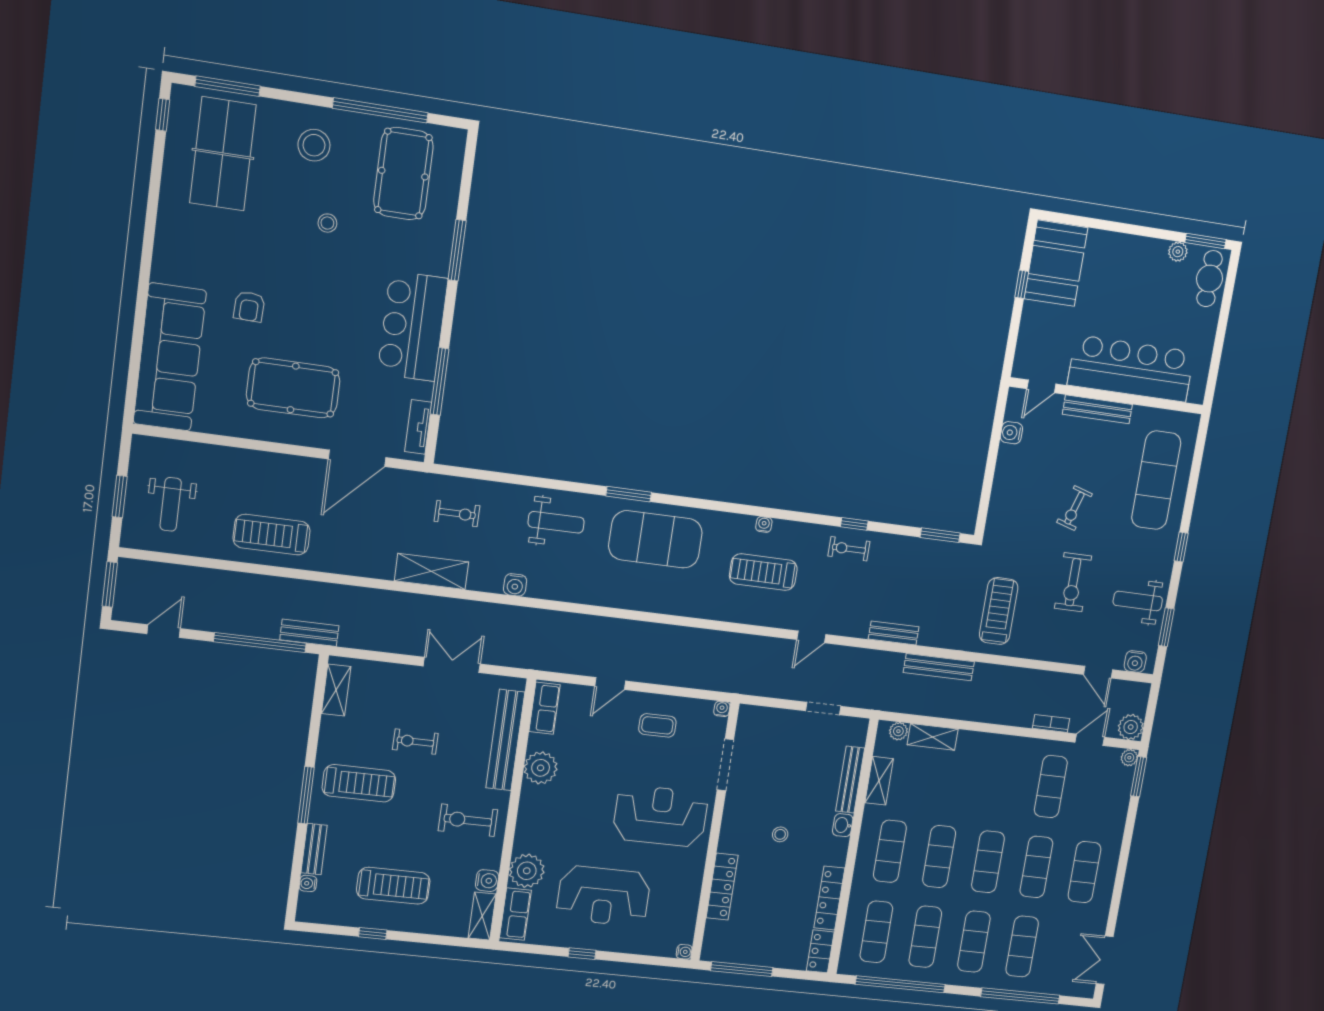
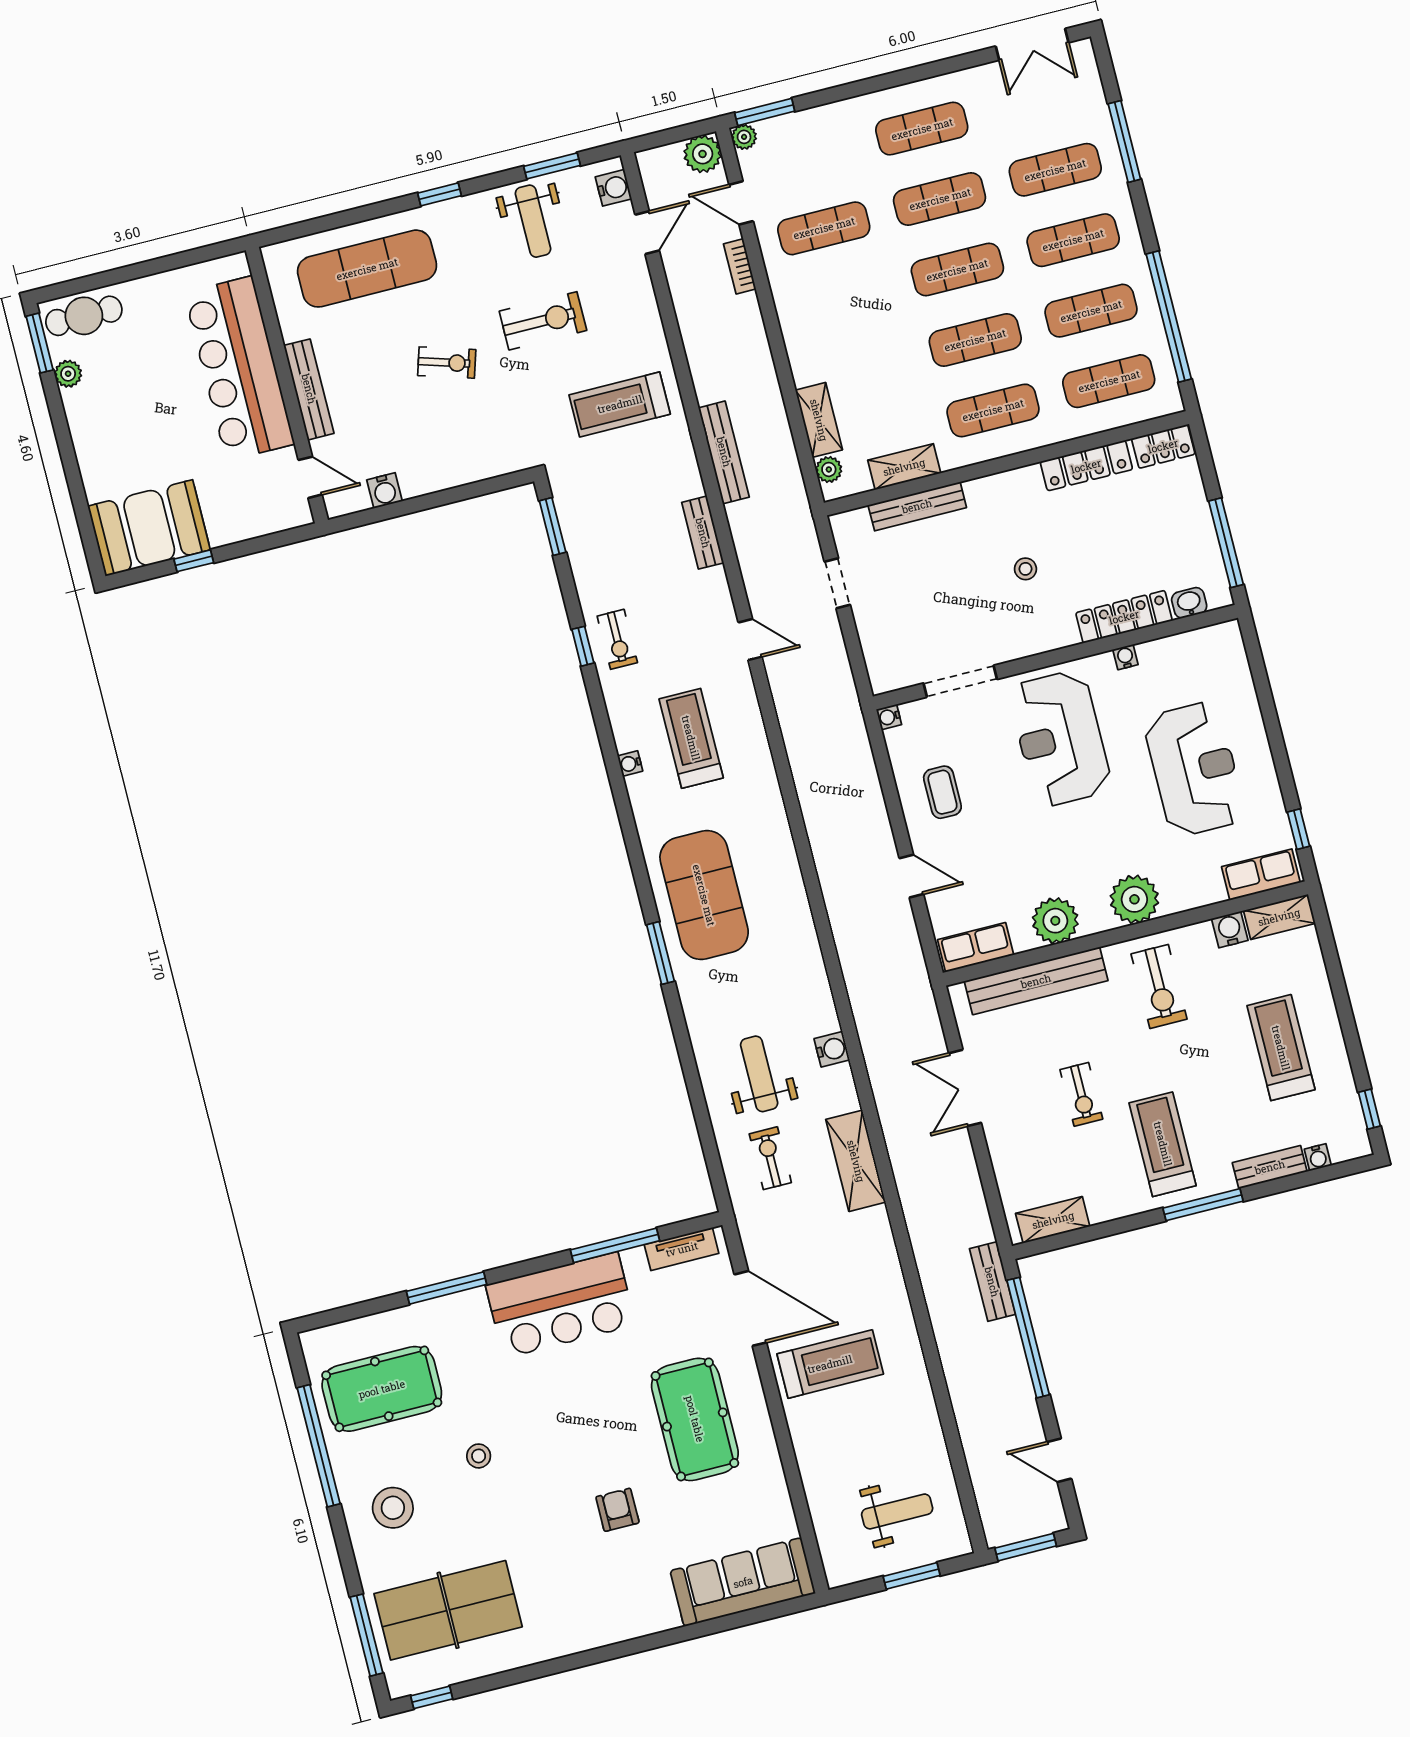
armchair: (249, 307) -> (617, 1510), turned -92
sofa: (170, 357) -> (743, 1582), width x0.74, depth x0.79
weight bench: (556, 522) -> (759, 1074), moved
treadmill: (272, 535) -> (830, 1364), moved, turned -90
treadmill: (763, 572) -> (691, 738), turned 180
washbasin: (843, 825) -> (1189, 603), moved, turned 180
plant: (527, 871) -> (1134, 899), moved
window: (373, 933) -> (1369, 1109), moved
water cooler: (684, 952) -> (1125, 657), moved
window: (582, 954) -> (1298, 829), moved
window: (1020, 996) -> (1124, 141), width x0.68

